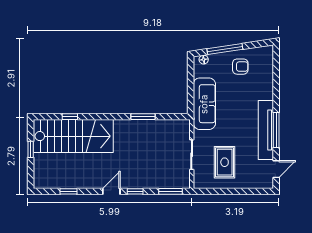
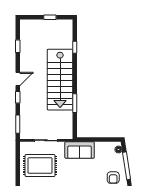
sofa: (204, 104) -> (80, 150), width x0.73
stairs: (73, 136) -> (60, 80), moved
rug: (225, 162) -> (40, 166), width x1.36, depth x1.43
door: (111, 191) -> (18, 79), hinge flipped

